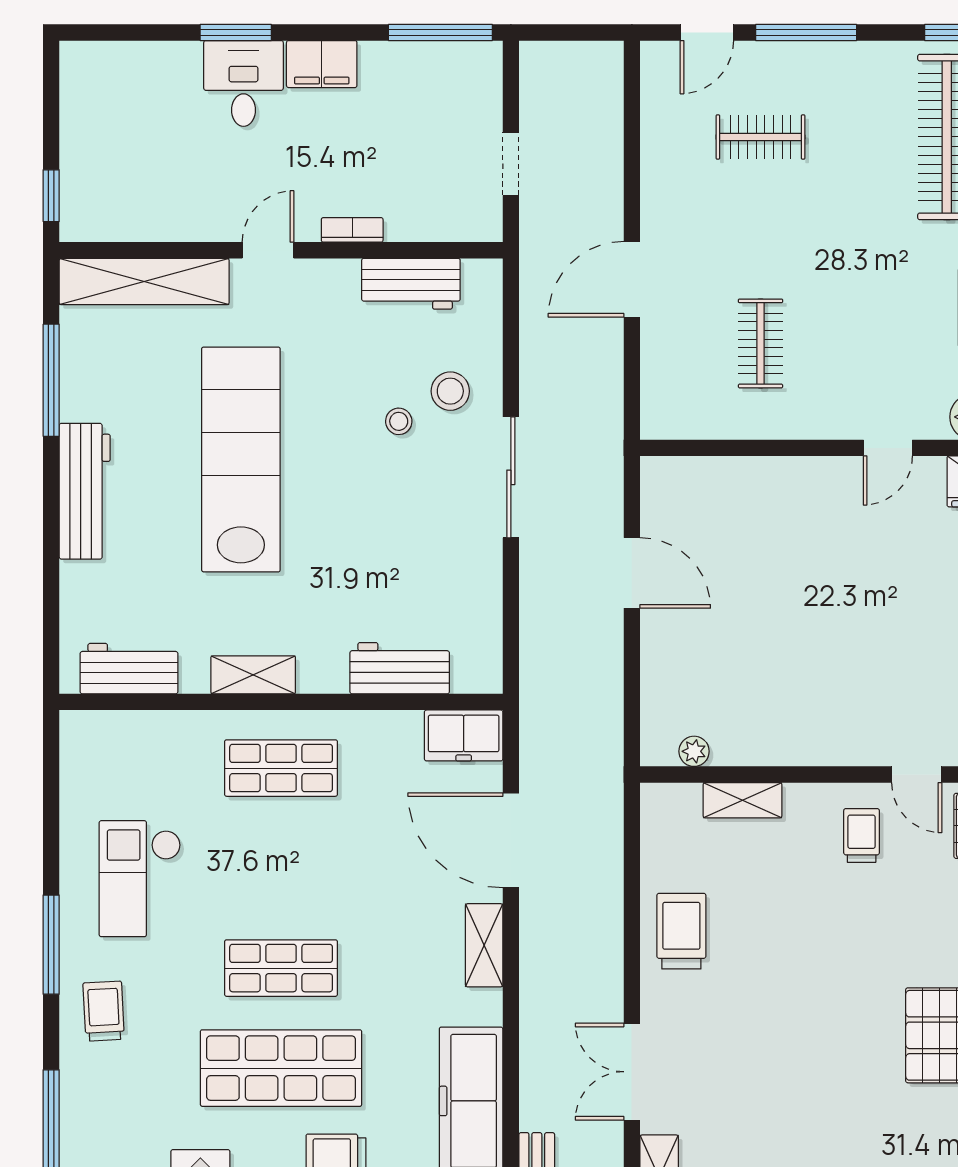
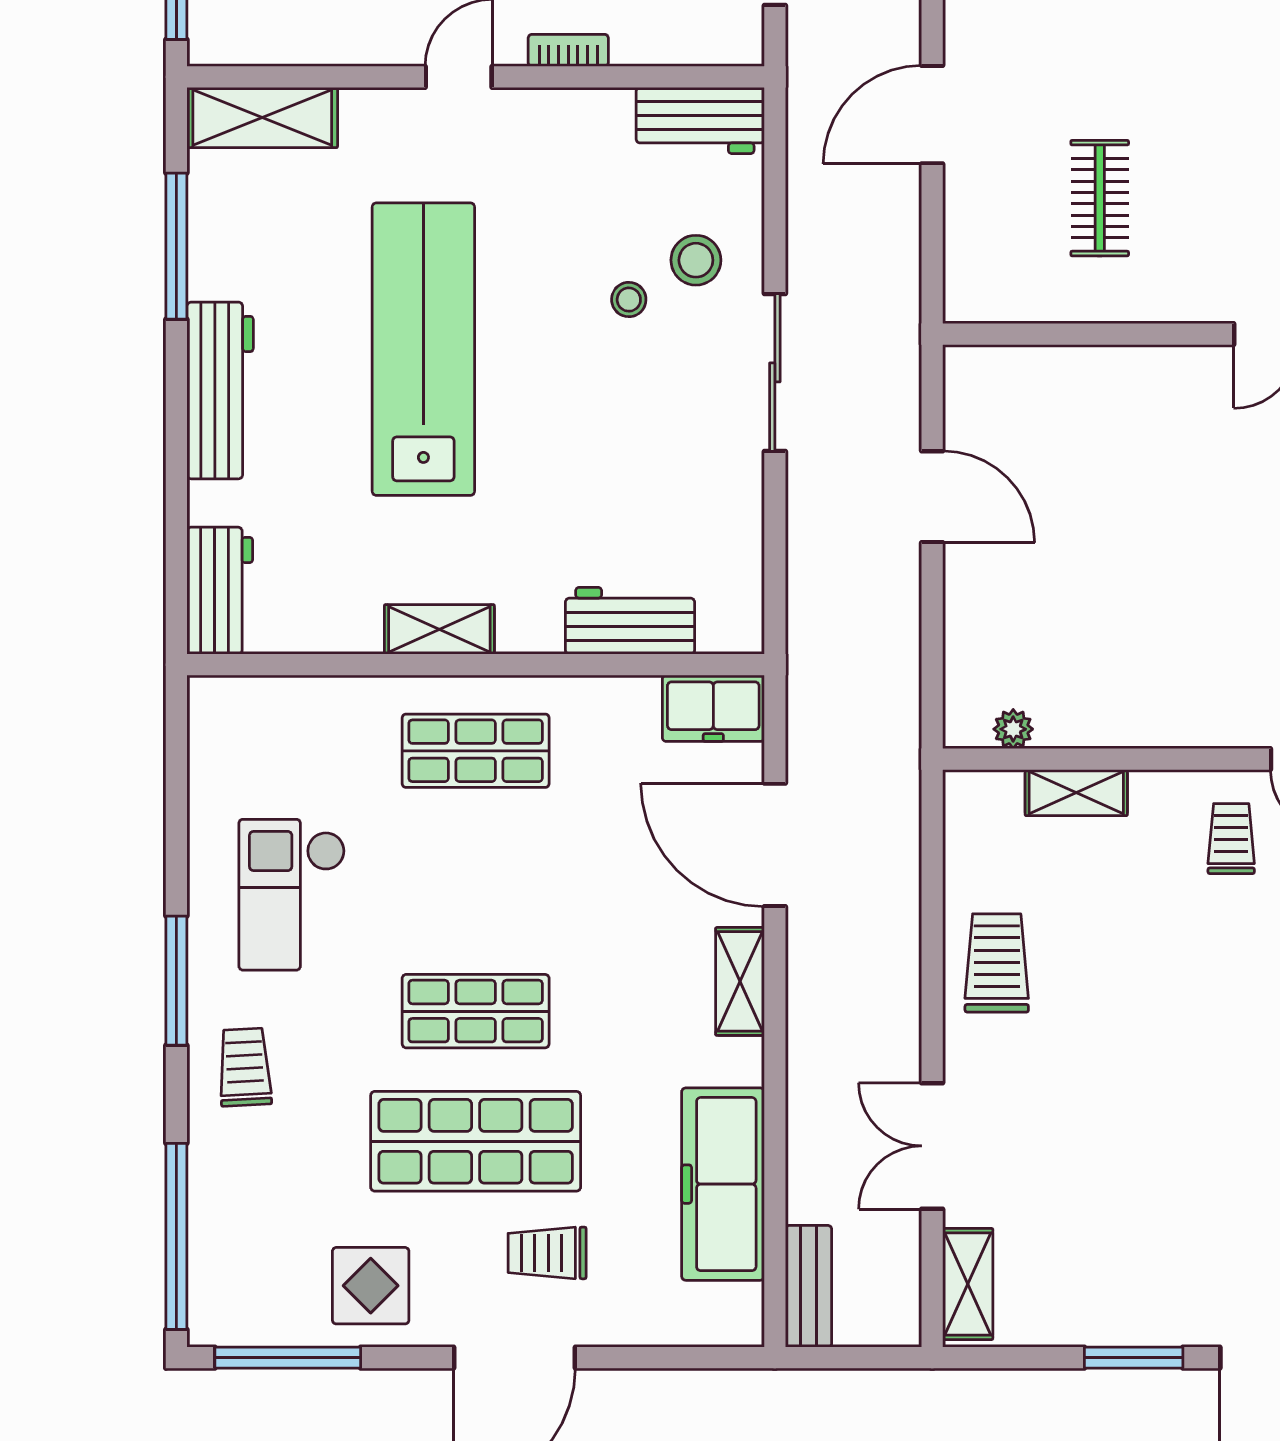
shelving: (144, 282) -> (262, 118), width x0.68
workbench: (411, 284) -> (700, 120), moved
workbench: (129, 669) -> (220, 591), moved, turned 90

